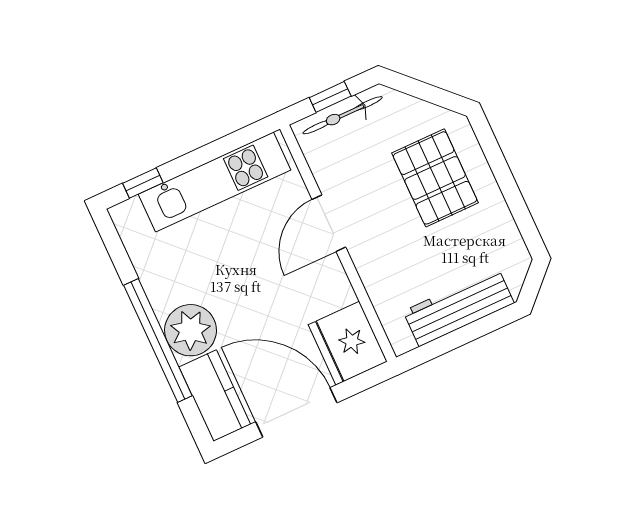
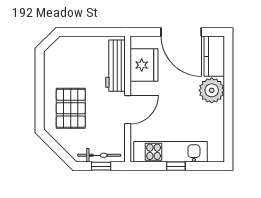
window: (143, 183) -> (176, 166), moved
workbench: (459, 307) -> (116, 66), moved, turned 90
window: (158, 341) -> (228, 92), removed
fridge: (348, 343) -> (144, 65), moved

